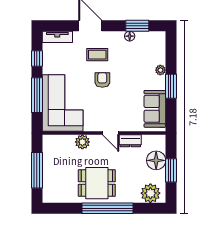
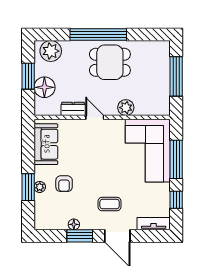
window: (137, 26) -> (80, 236), moved
armchair: (102, 80) -> (64, 184), moved
window: (171, 86) -> (28, 187), moved

